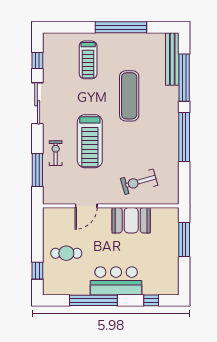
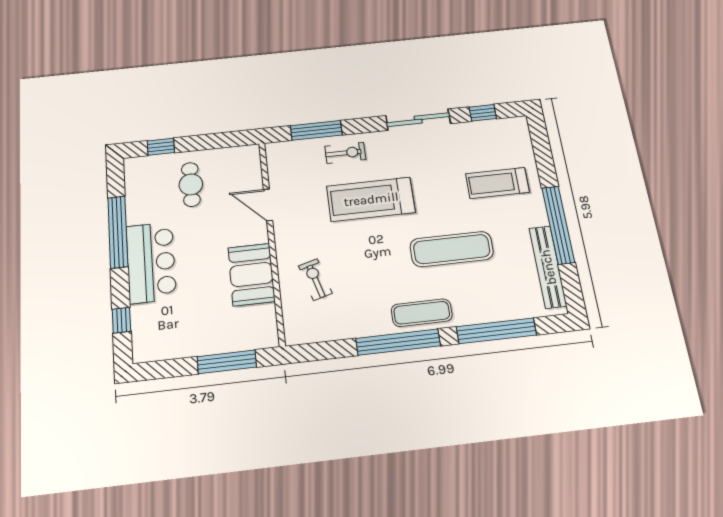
bench: (172, 59) -> (548, 267), moved, turned 90
exercise mat: (168, 120) -> (422, 313), added
exercise bike: (139, 182) -> (315, 280), width x0.73, depth x0.72

